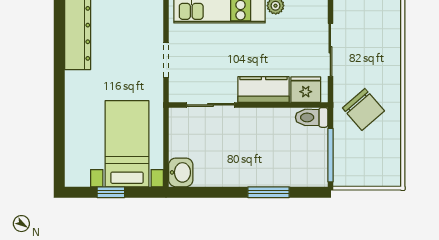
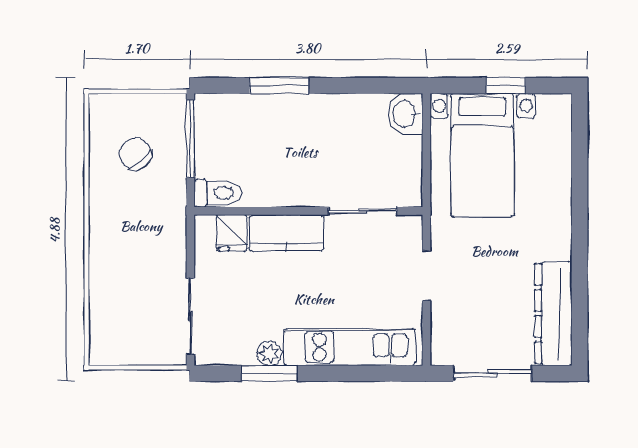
sliding door: (330, 50) -> (190, 316), moved
fridge: (306, 90) -> (232, 233), width x0.72
chair: (363, 109) -> (135, 154), moved, width x0.73, depth x0.73

